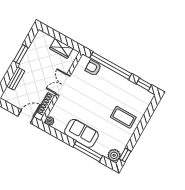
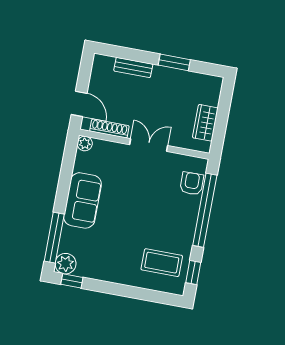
coffee table: (123, 117) -> (162, 263), moved, turned 90
window: (88, 151) -> (54, 238), moved

